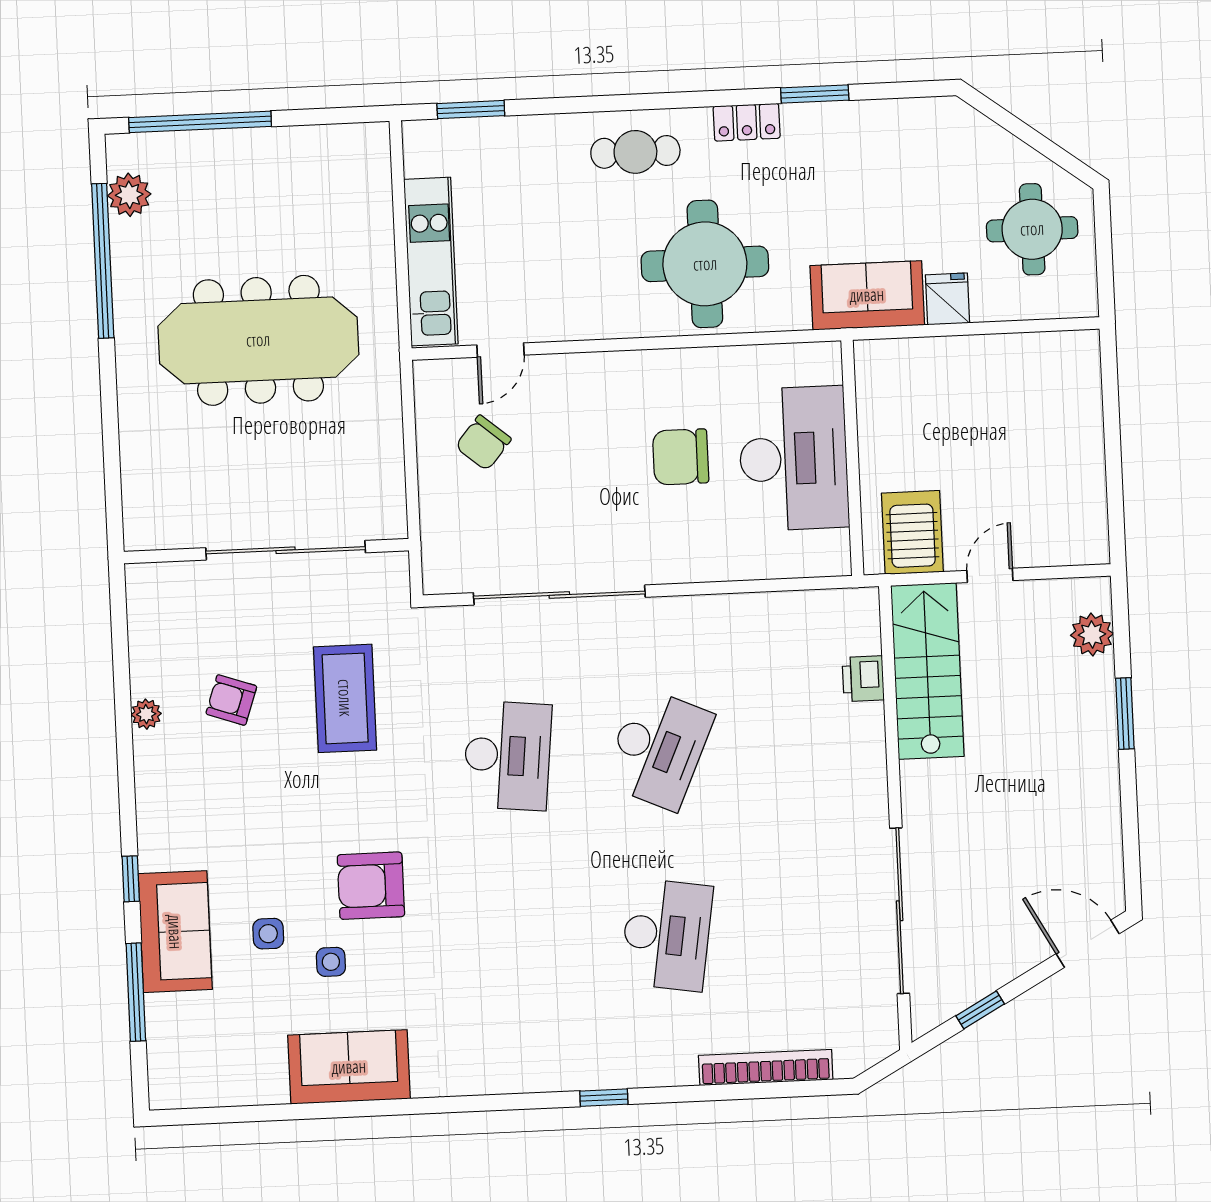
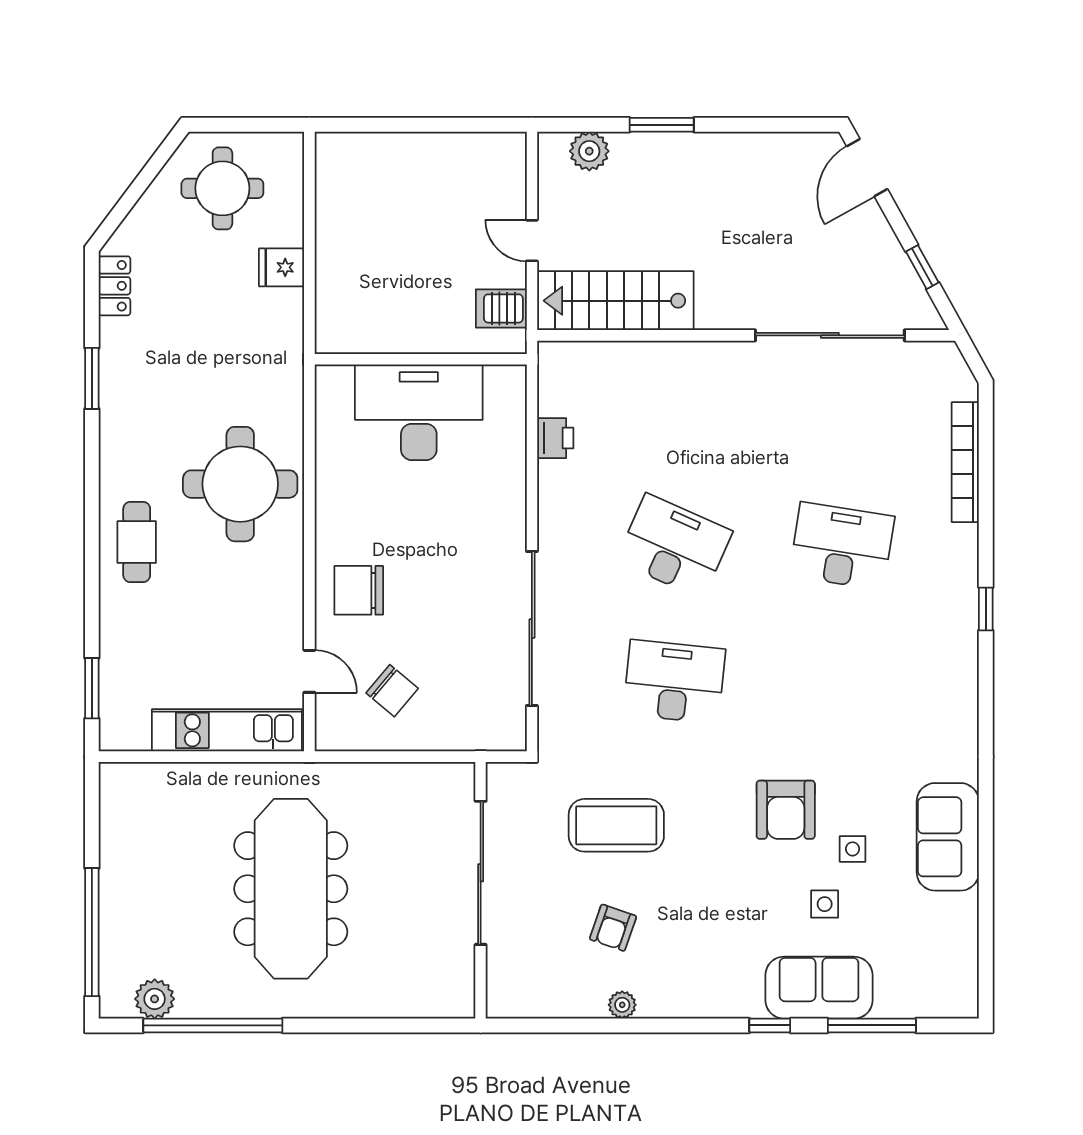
locker: (747, 122) -> (114, 286), moved
sofa: (867, 295) -> (275, 339), removed
chair: (681, 457) -> (359, 590), moved, turned 90
server rack: (912, 532) -> (501, 308), width x0.73, depth x0.70
printer: (863, 679) -> (555, 438), moved, turned -90

